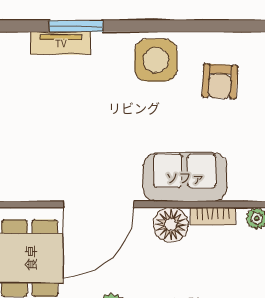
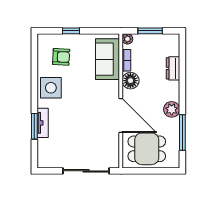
tv unit: (61, 43) -> (43, 123), moved
sofa: (185, 177) -> (107, 59), moved

